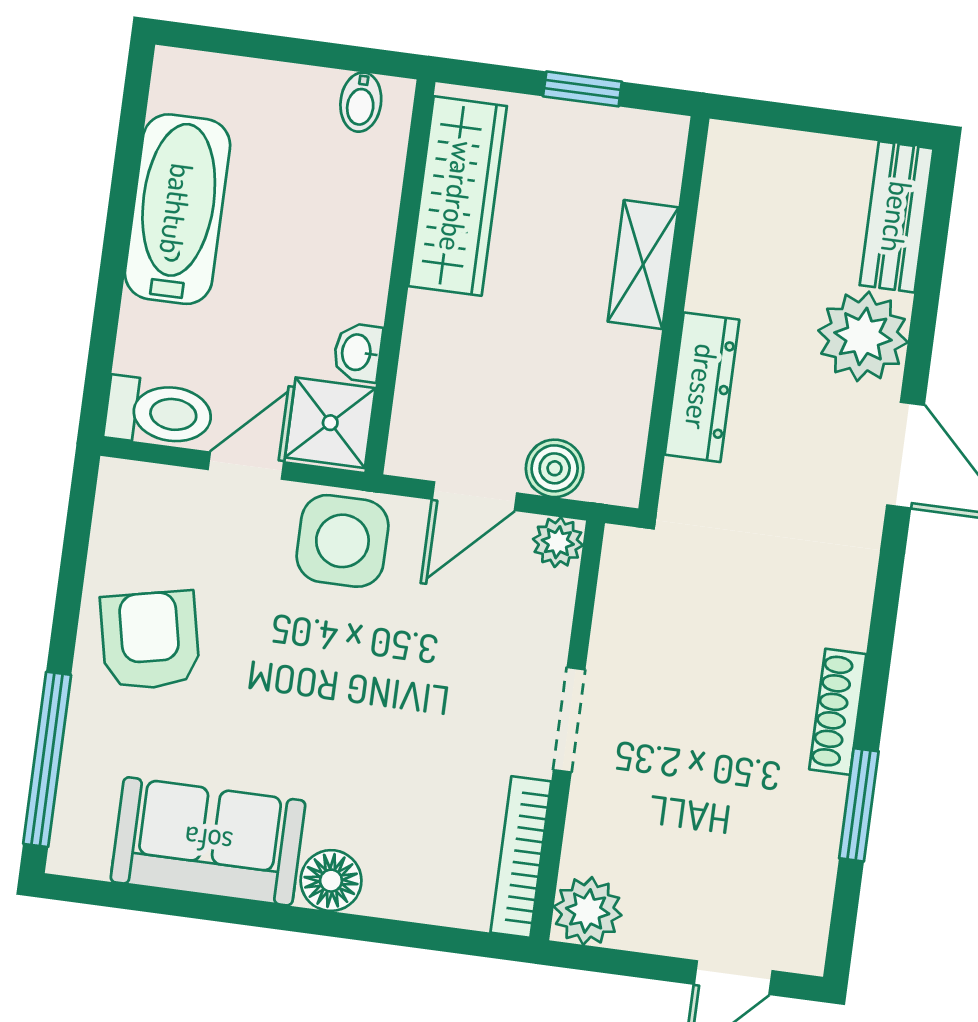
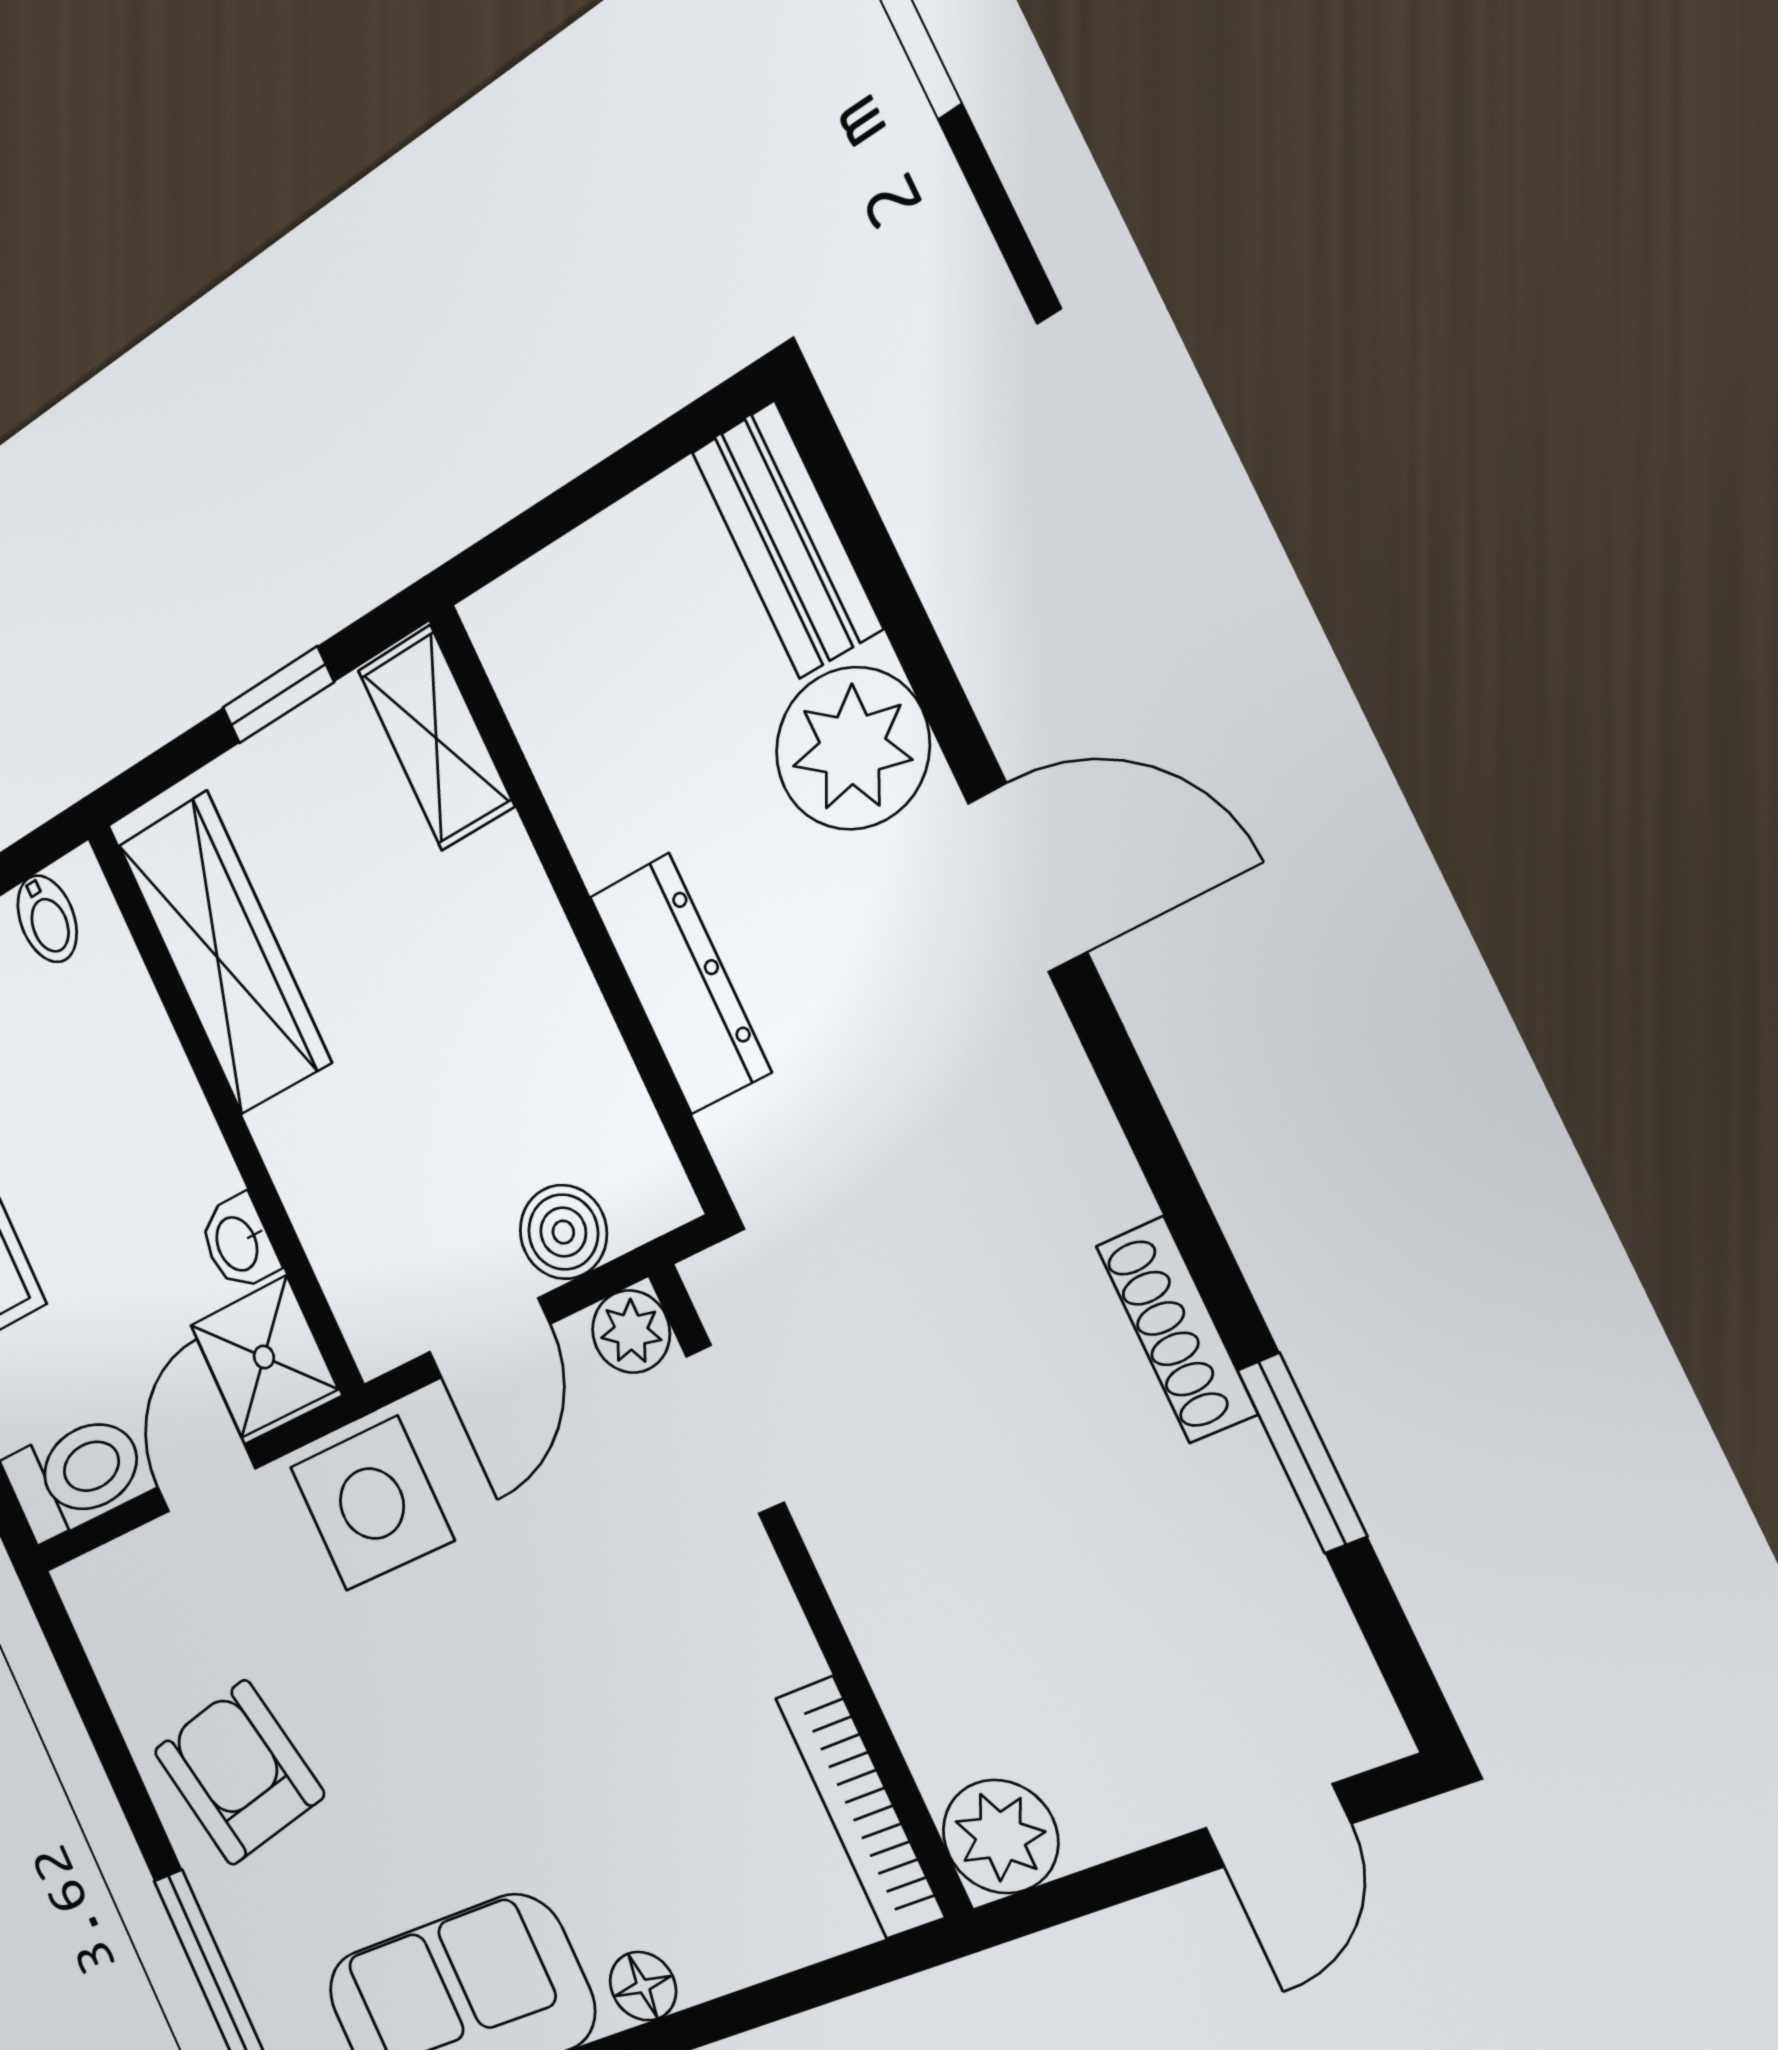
shelving: (643, 264) -> (436, 738), moved
doorway: (569, 720) -> (735, 1429), moved
floor lamp: (331, 881) -> (643, 1986), width x0.73, depth x0.73

